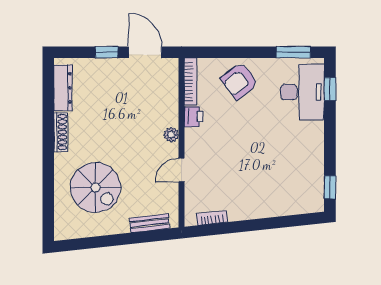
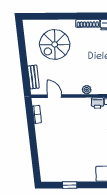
door: (182, 170) -> (54, 96), moved
window: (330, 187) -> (70, 185), moved

